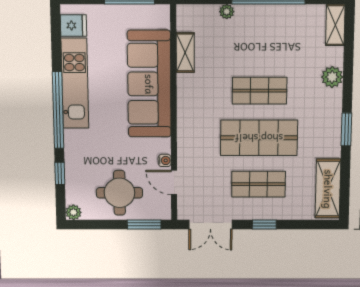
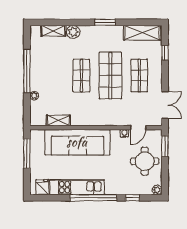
shelving: (335, 25) -> (53, 31), moved
window: (264, 224) -> (165, 53), moved

